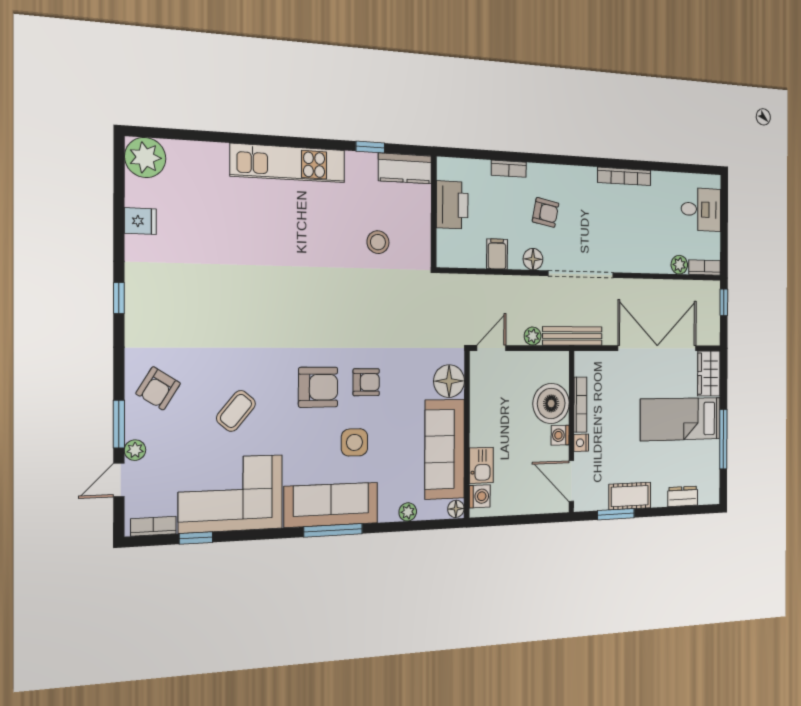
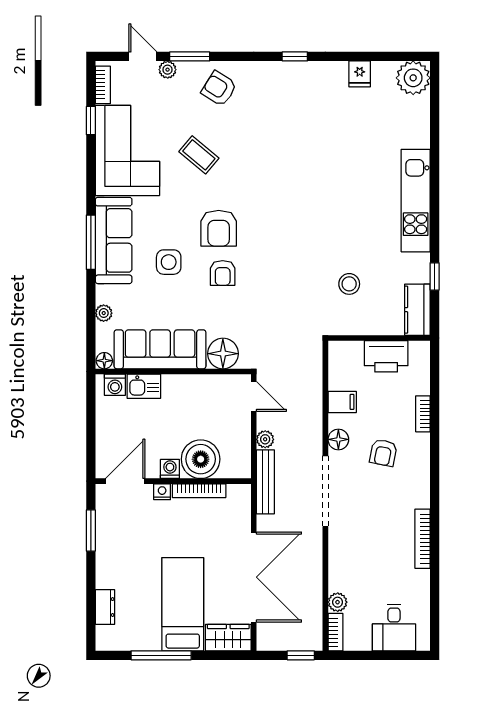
cot: (630, 496) -> (108, 546), removed

